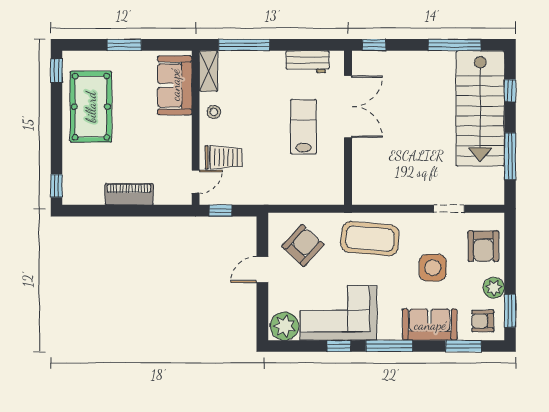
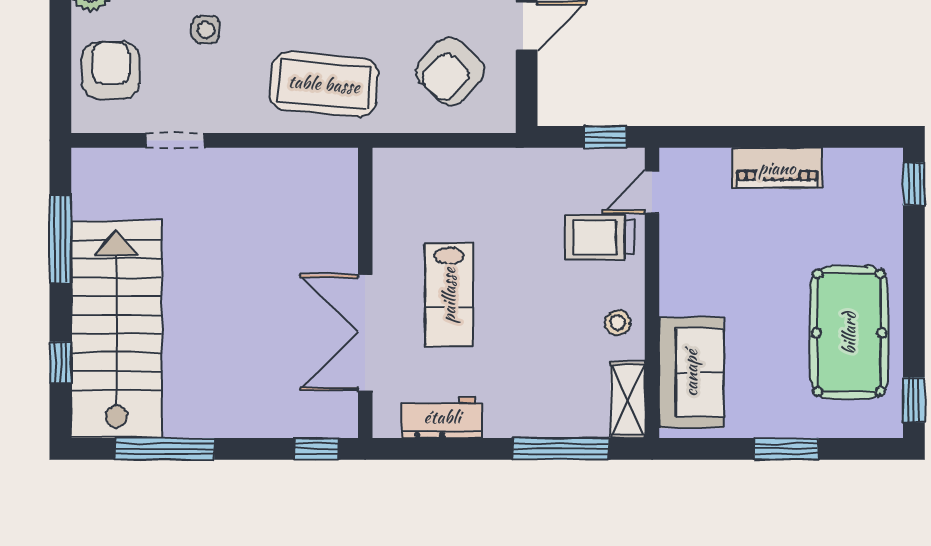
side table: (433, 268) -> (206, 30), width x0.54, depth x0.54

